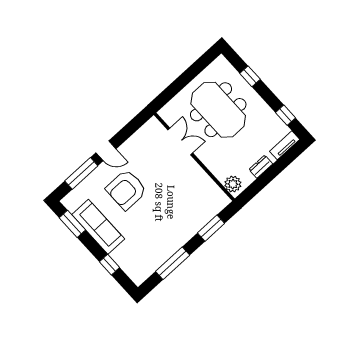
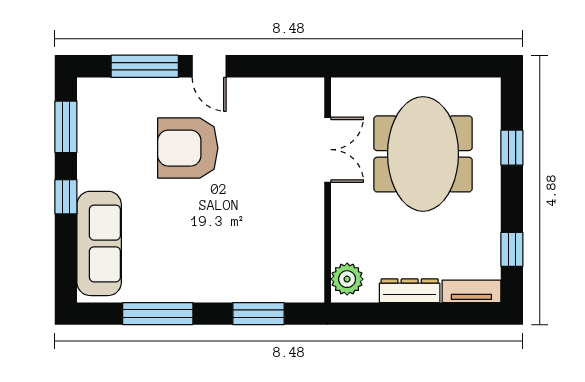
dresser: (261, 167) -> (410, 291), width x1.44
sofa: (98, 227) -> (99, 243), moved
window: (109, 265) -> (66, 197), moved

